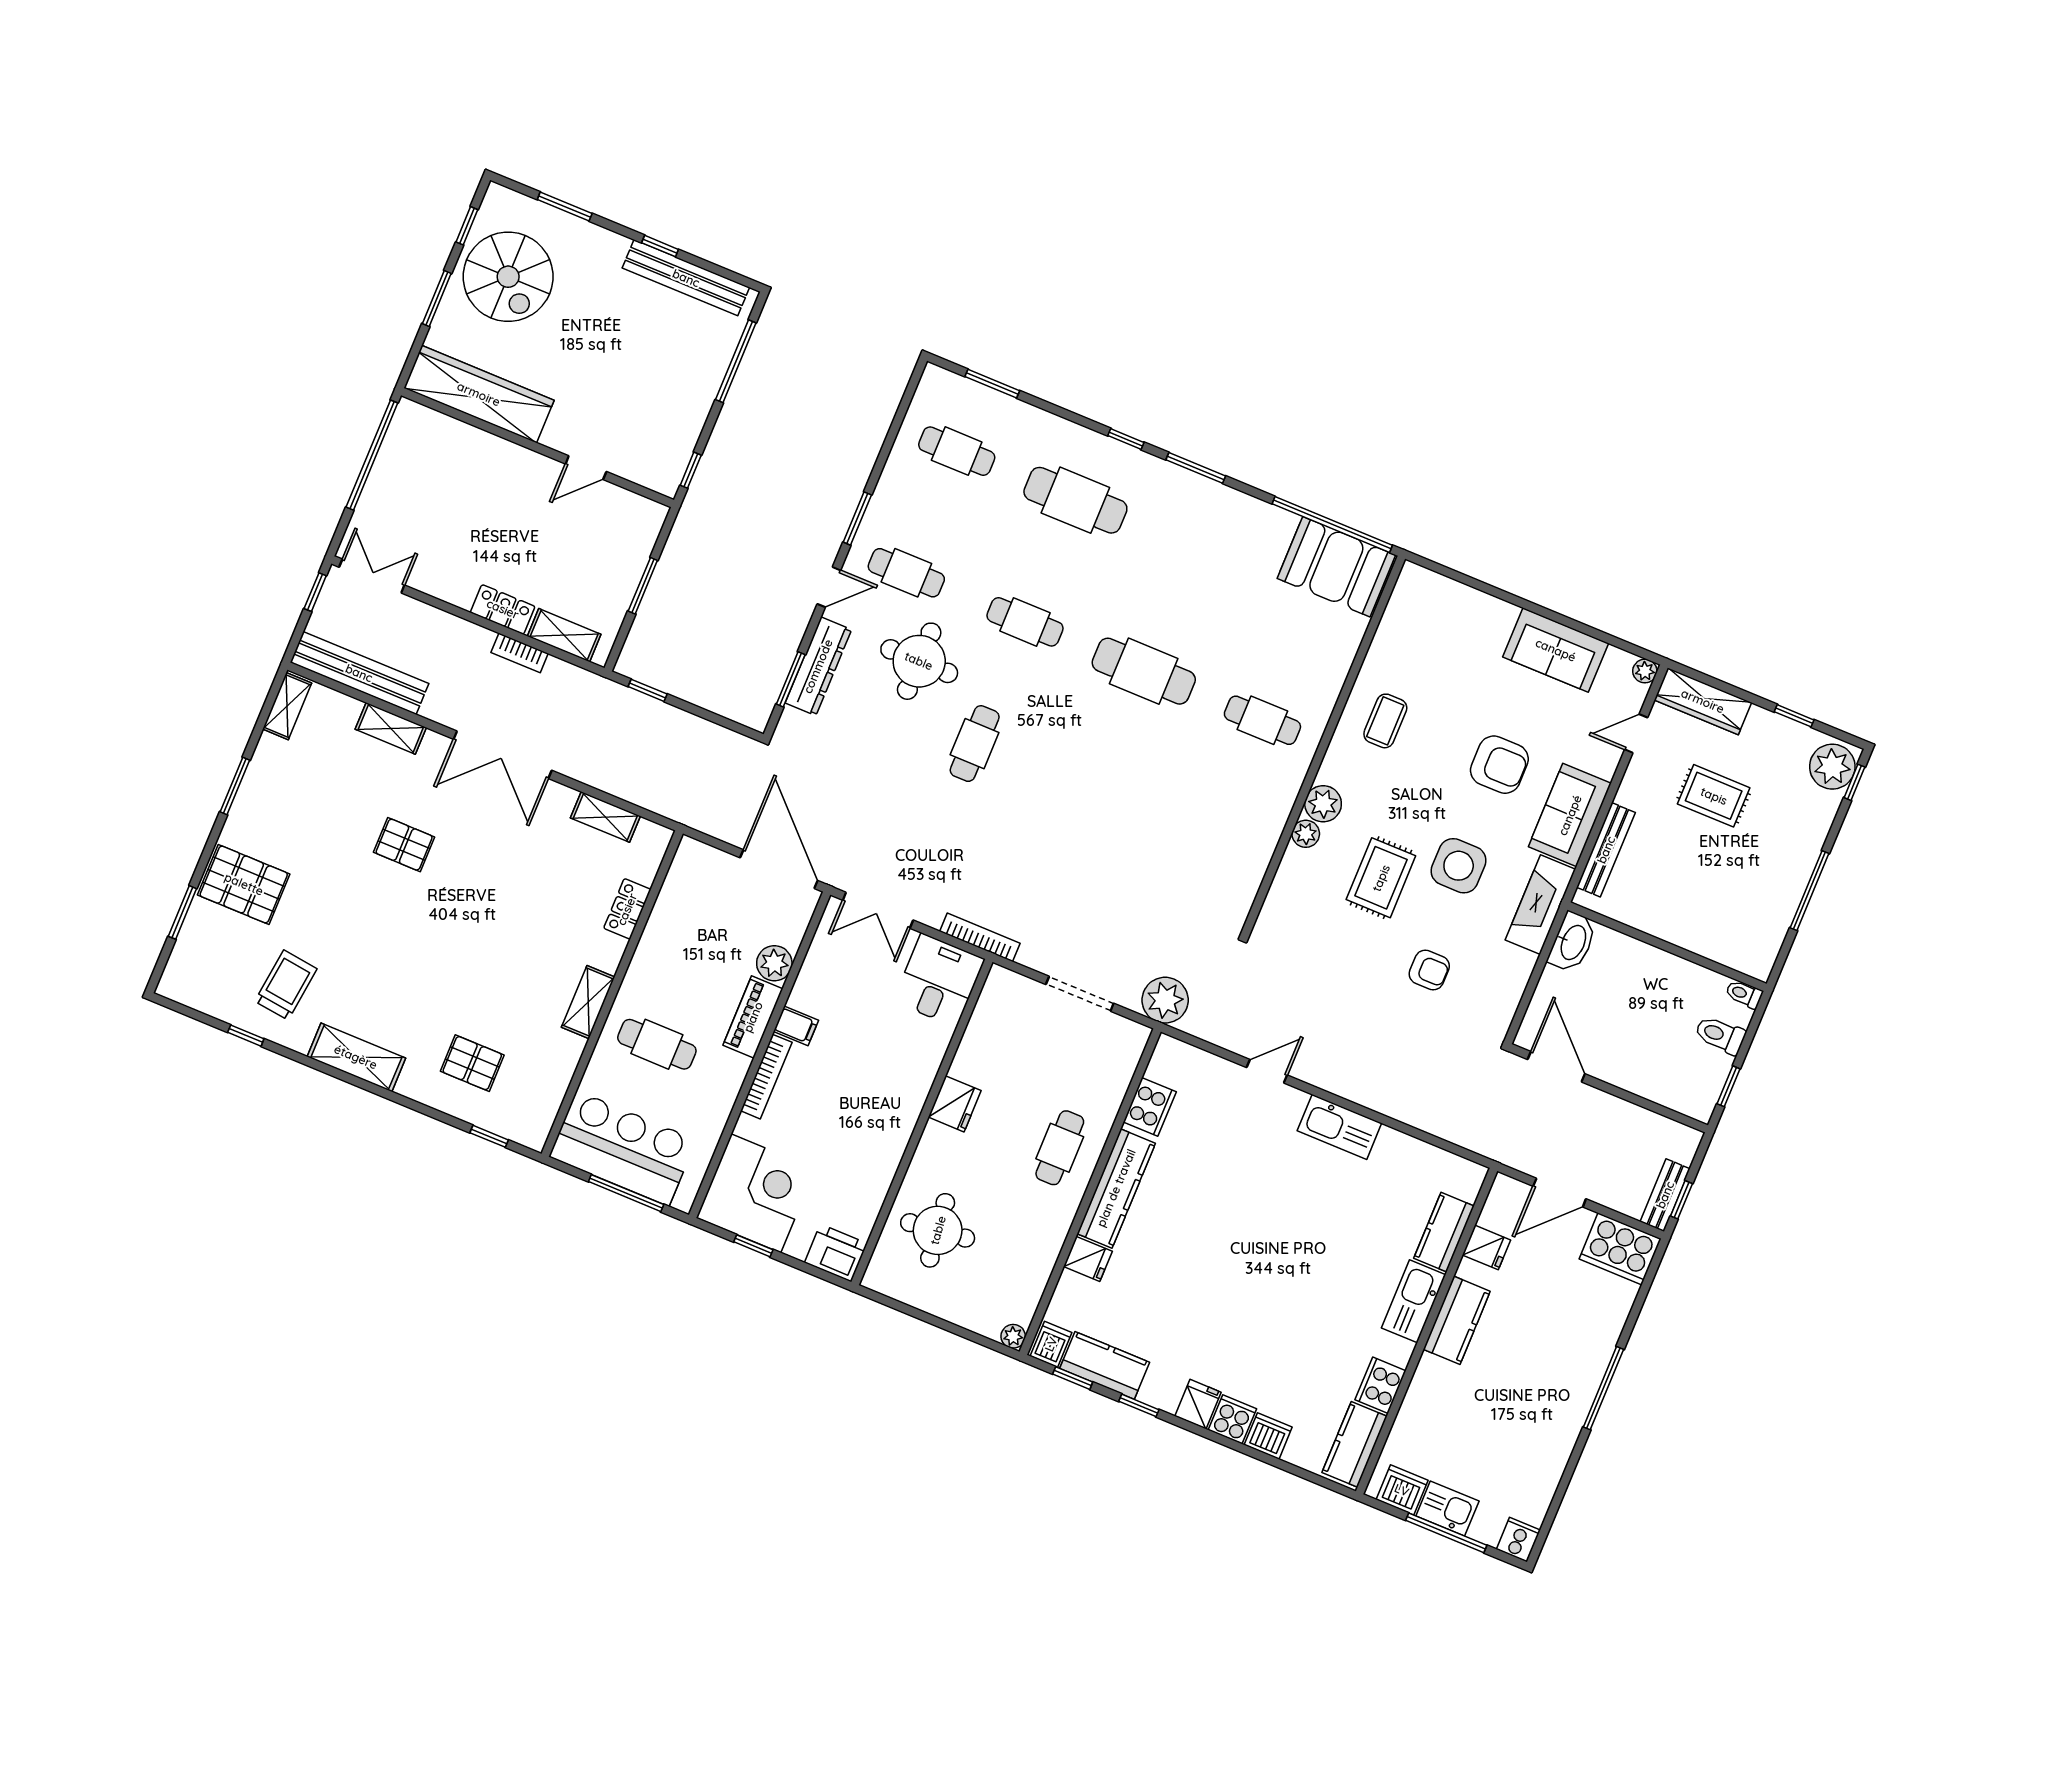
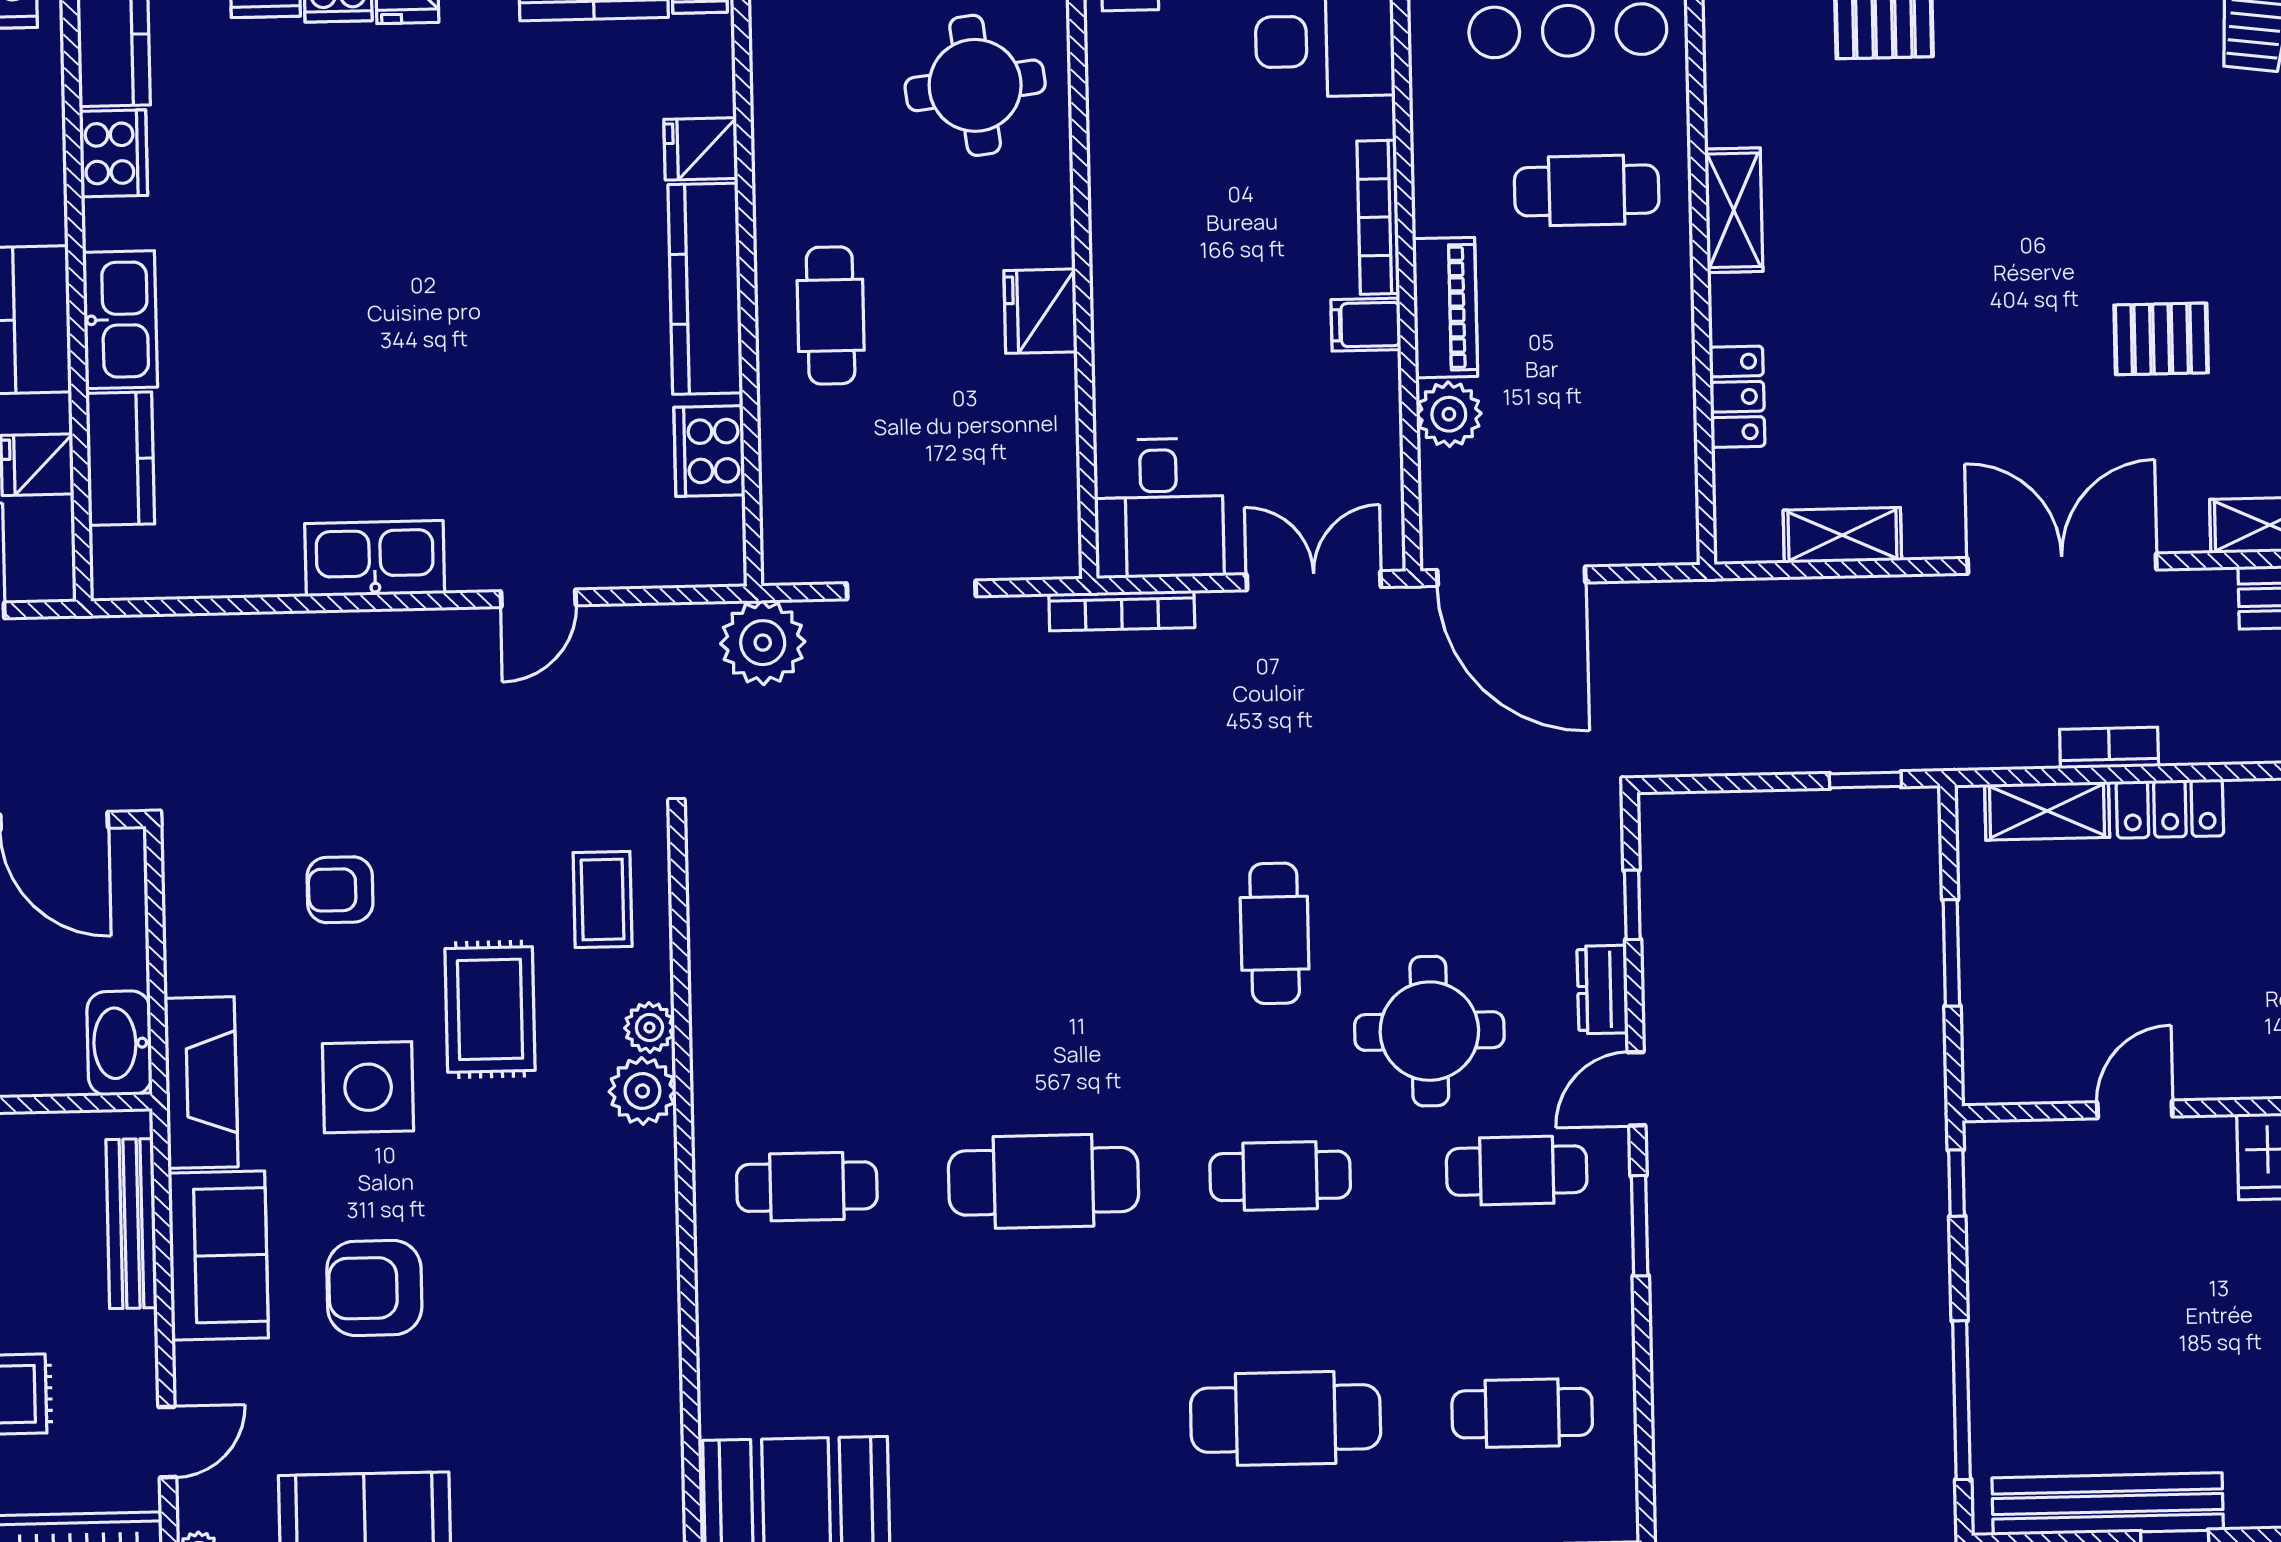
dresser: (818, 666) -> (1603, 990), width x0.51, depth x0.80
window: (791, 679) -> (1632, 905), width x0.67
coffee table: (1385, 721) -> (603, 899), moved

